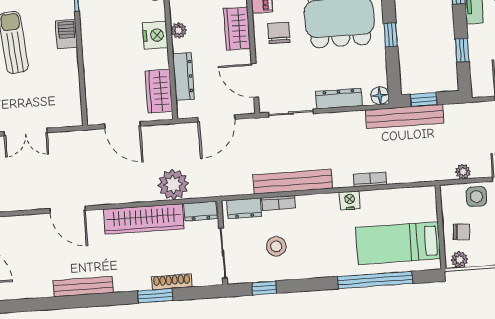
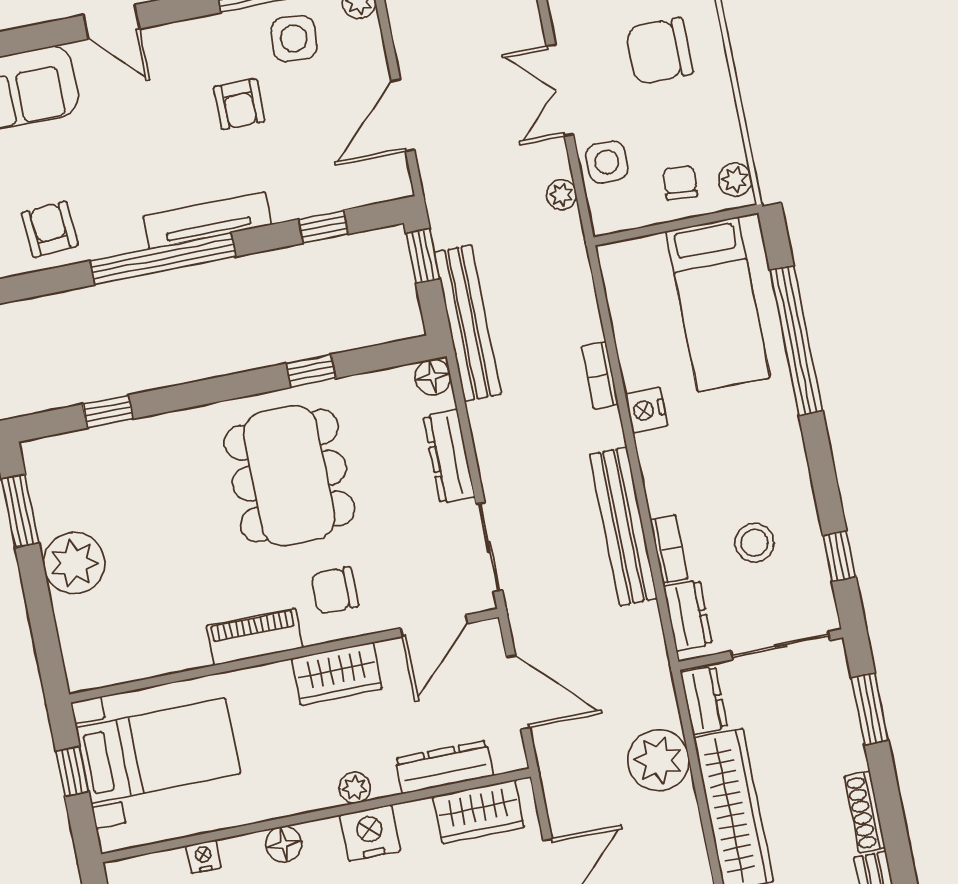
window: (424, 99) -> (423, 256), moved
shoe rack: (172, 282) -> (865, 812), moved
window: (155, 296) -> (870, 709), moved

